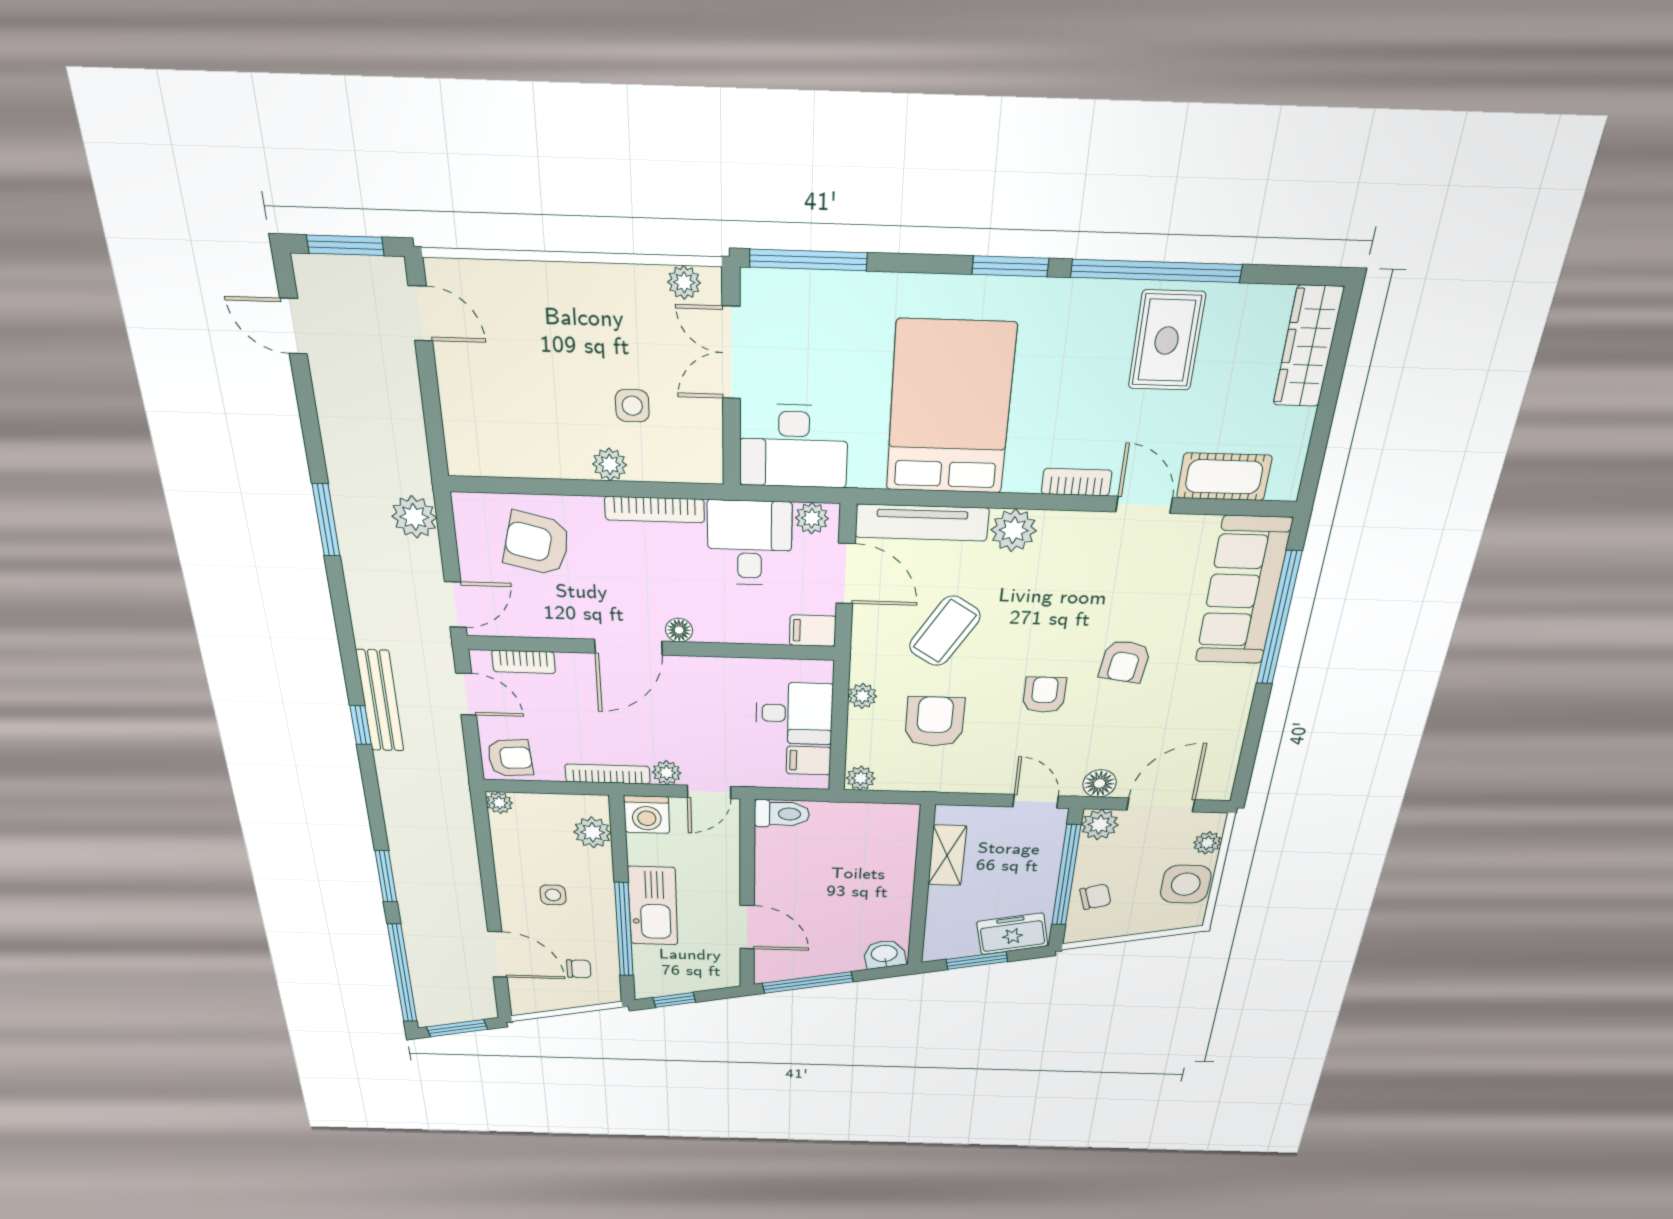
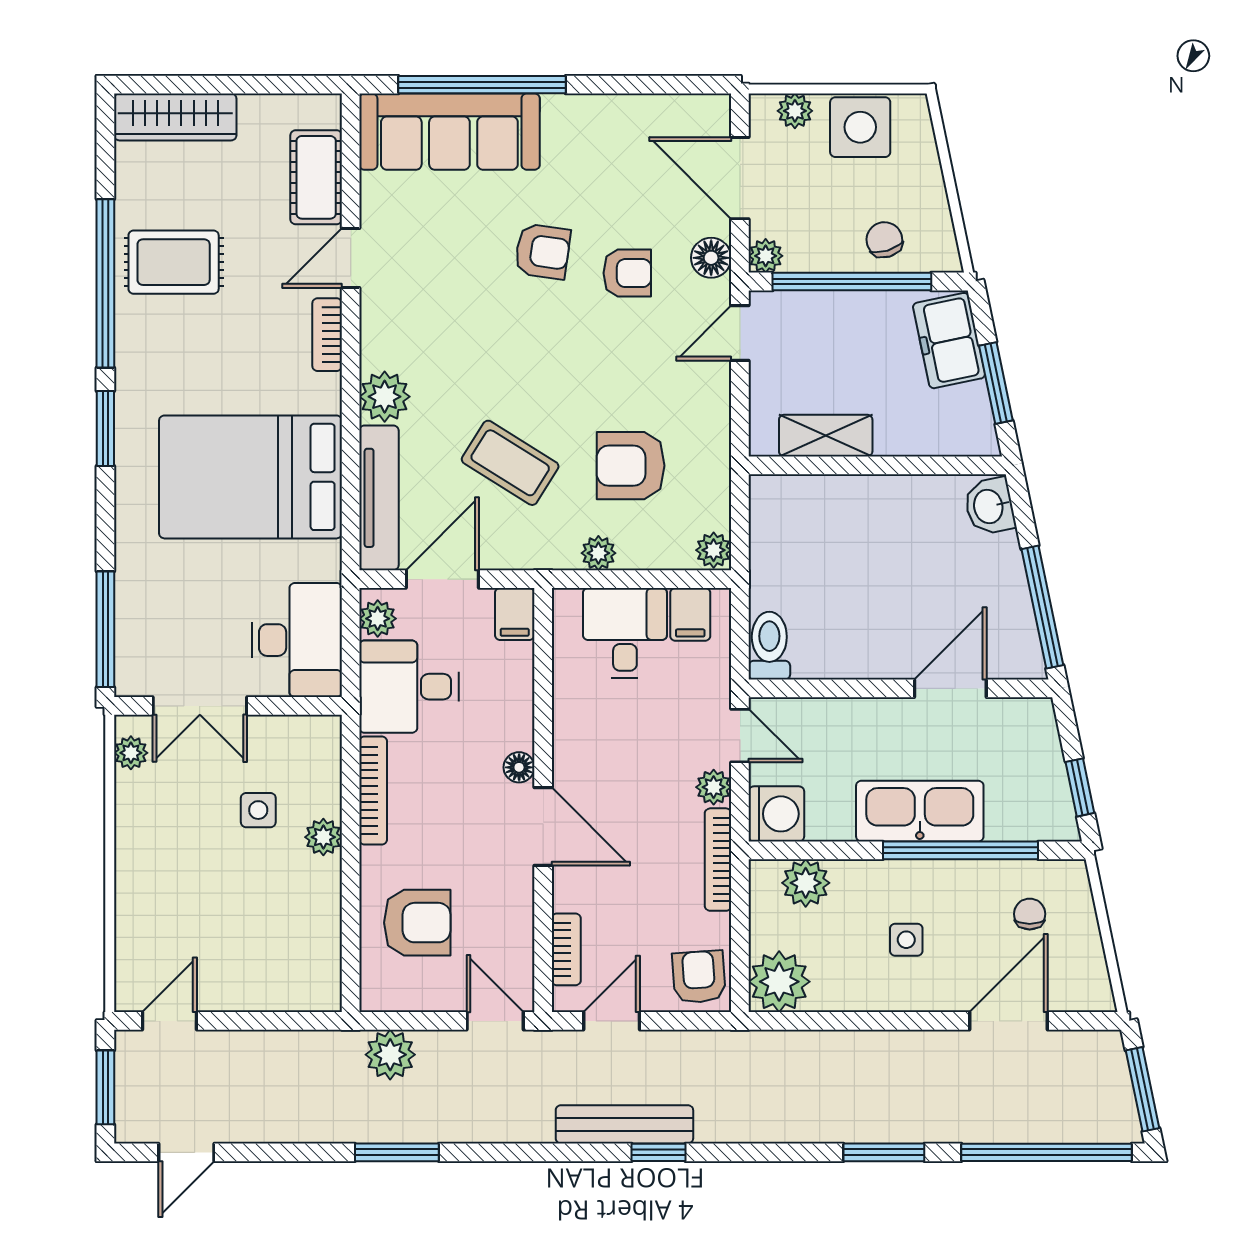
armchair: (537, 544) -> (417, 923), turned -104
armchair: (1044, 695) -> (627, 273), moved, turned 180
plant: (499, 803) -> (779, 982), width x1.88, depth x1.88
plant: (1100, 825) -> (766, 256), width x0.73, depth x0.73

